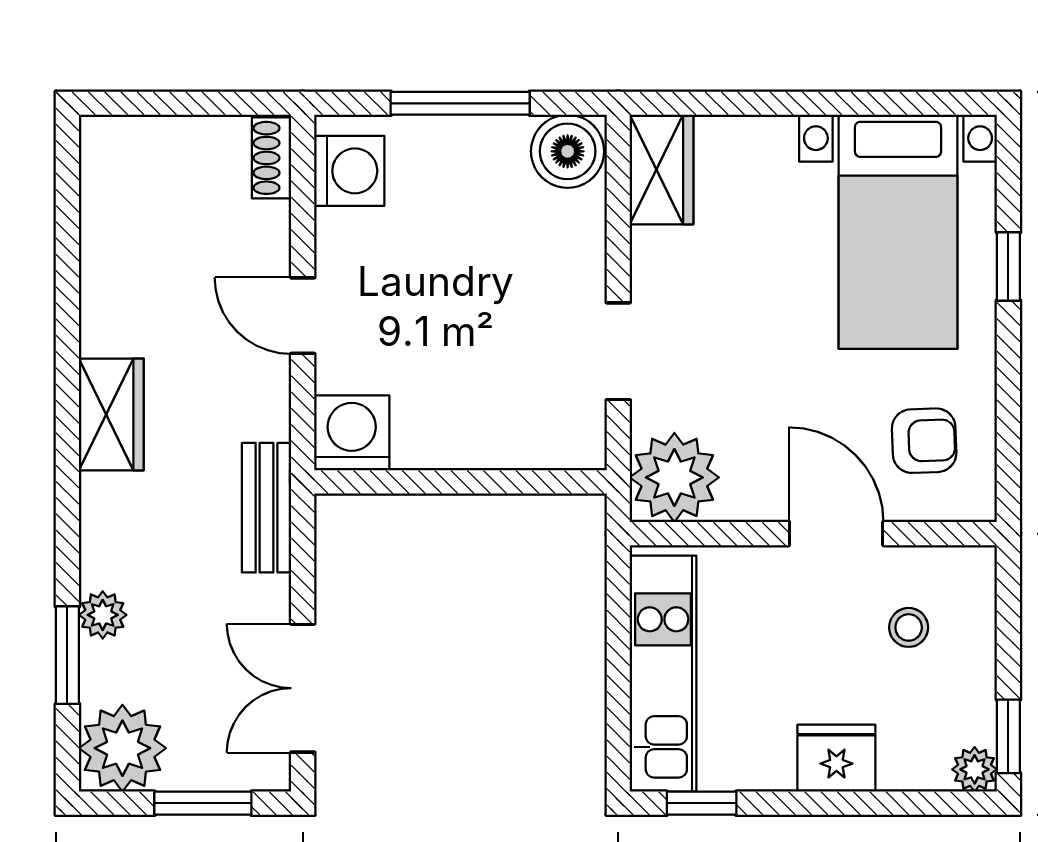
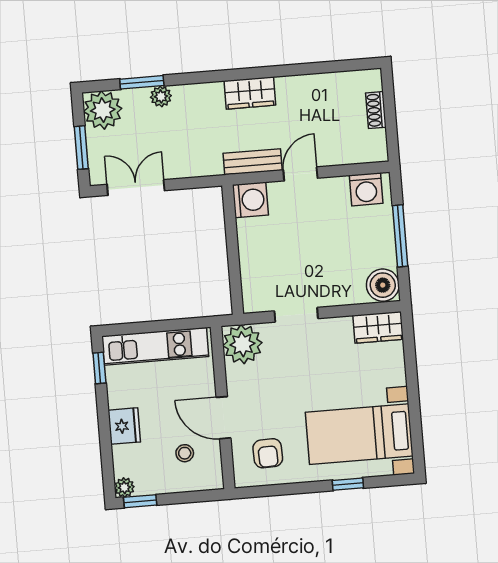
shoe rack: (272, 158) -> (376, 110), moved, turned -90
bench: (267, 508) -> (253, 162), moved
door: (836, 534) -> (224, 418), swing flipped

